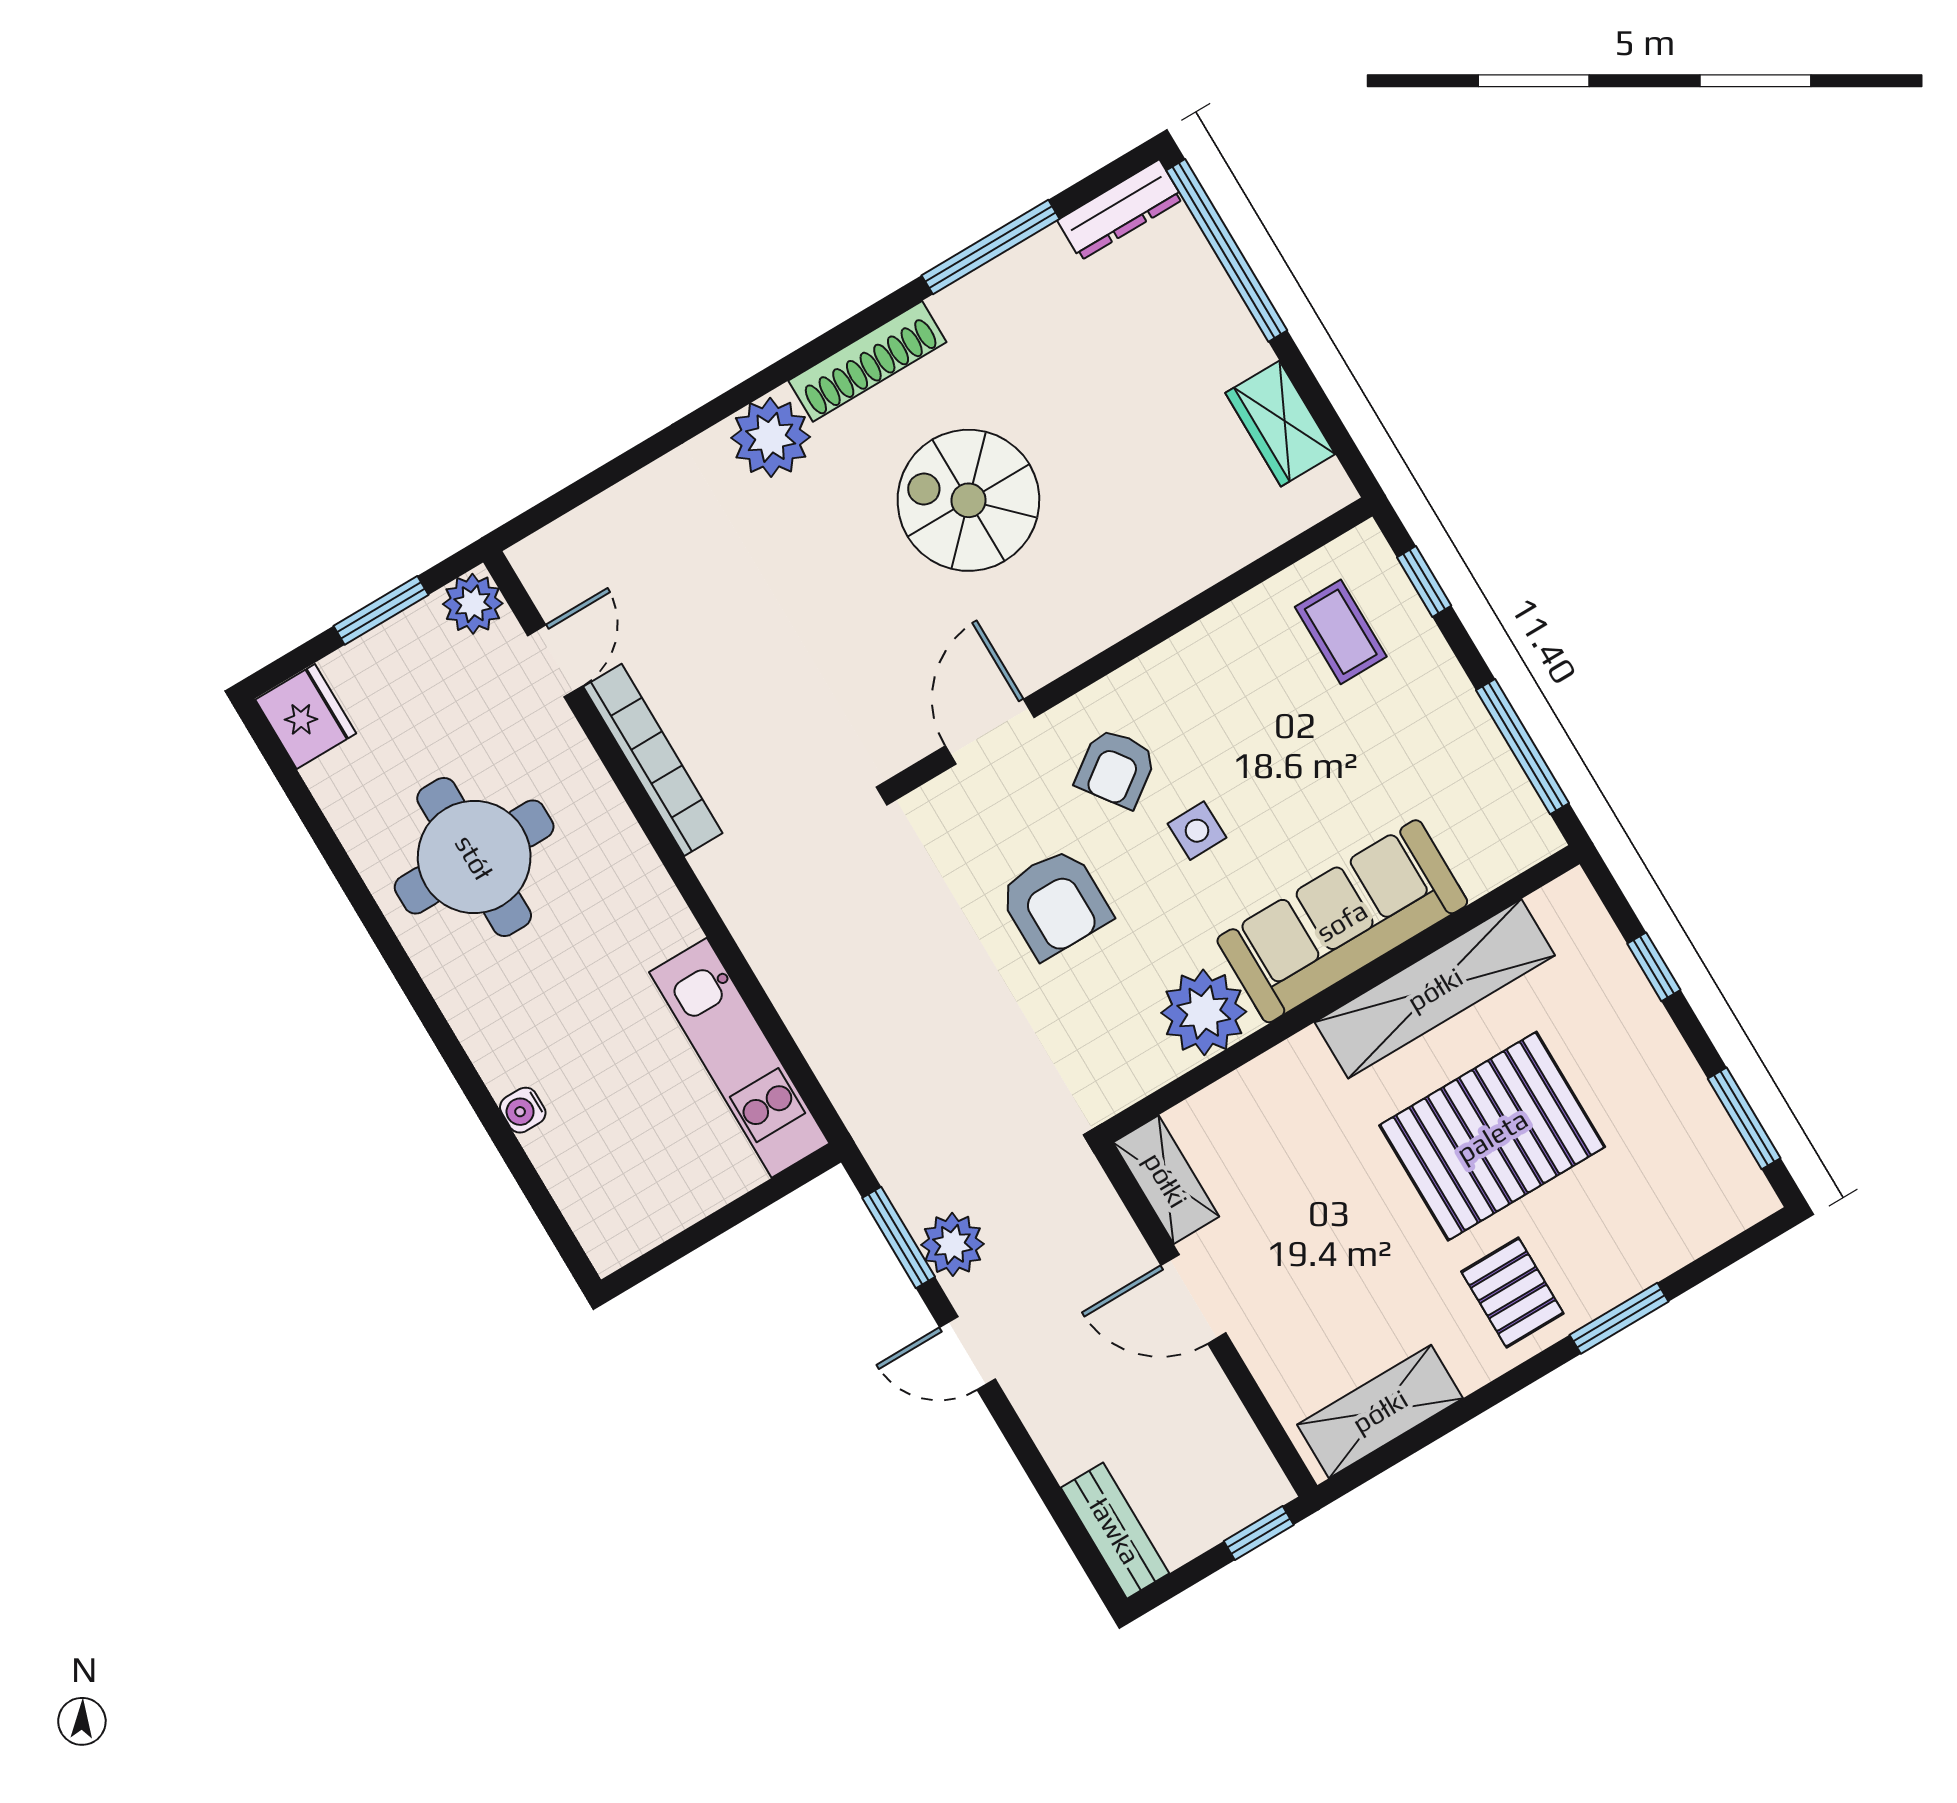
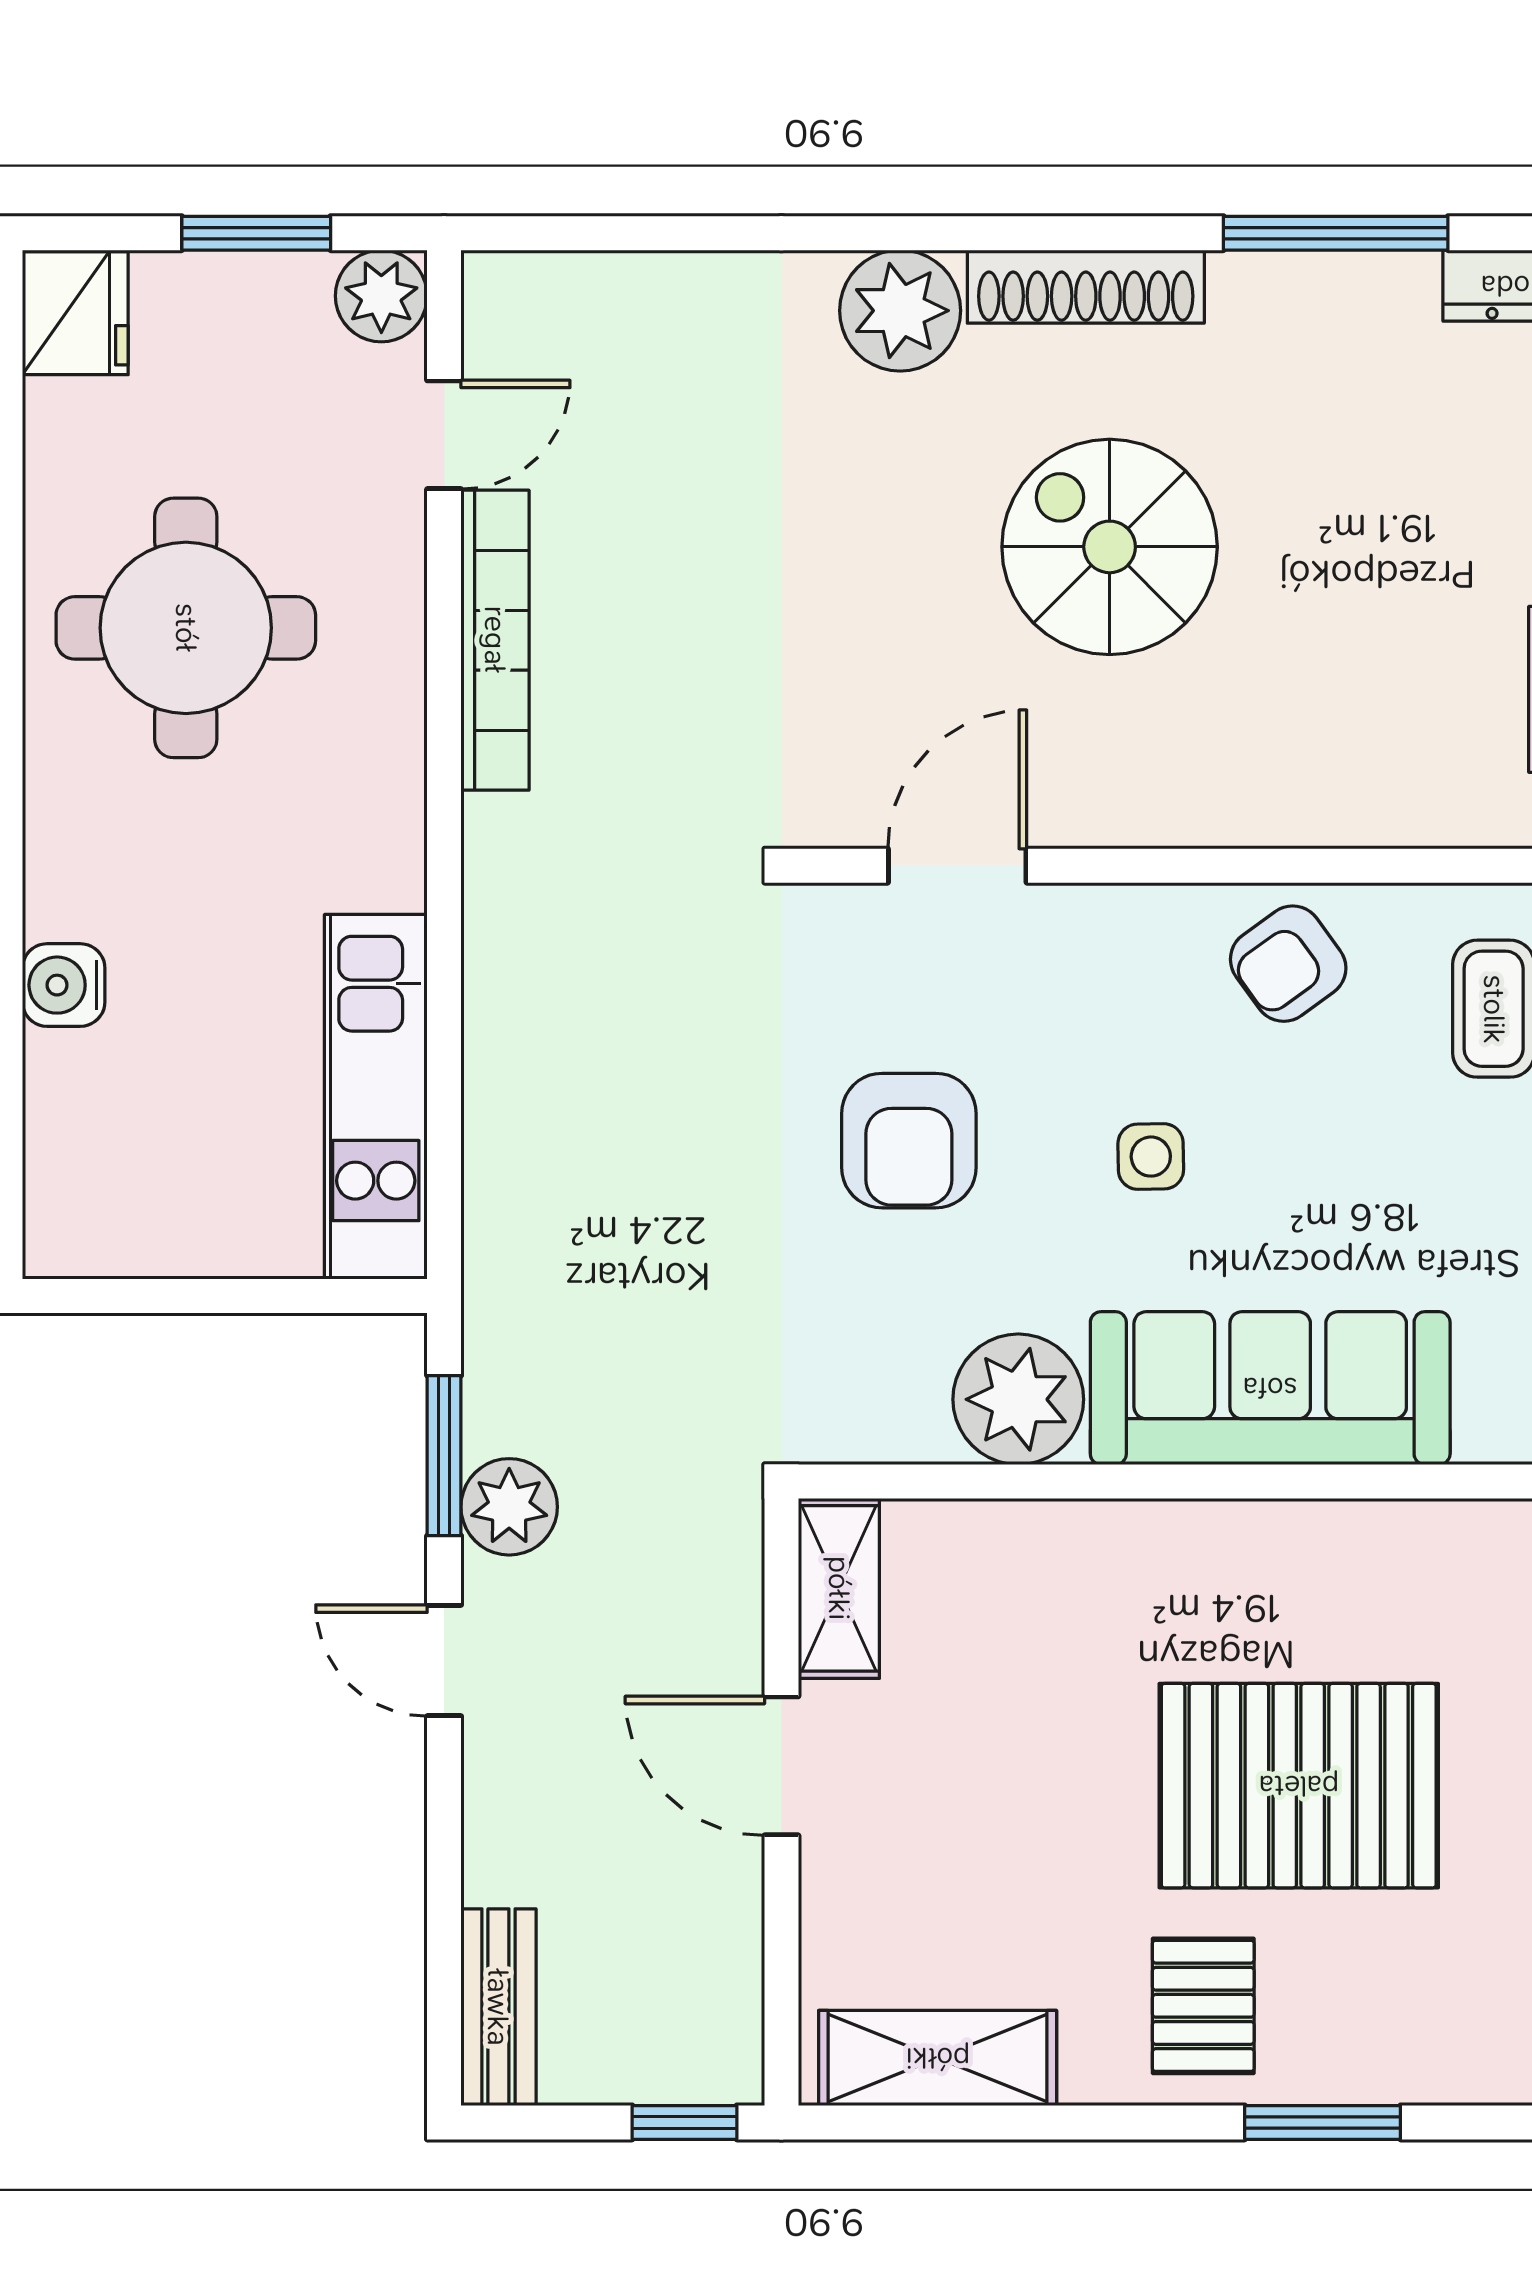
armchair: (1116, 768) -> (1288, 964), moved
shelving: (1435, 989) -> (1338, 1548), removed
water cooler: (523, 1110) -> (64, 985), width x1.38, depth x1.38

